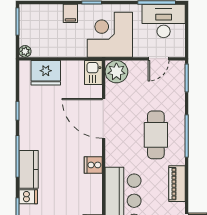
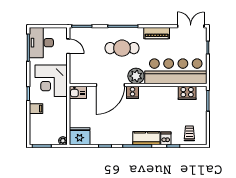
plant: (116, 72) -> (136, 76), moved
fridge: (46, 73) -> (80, 136), moved, turned -90
cooker: (93, 165) -> (132, 92), moved

